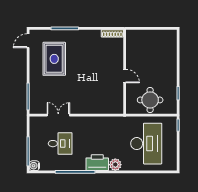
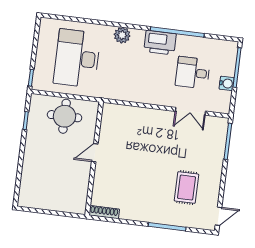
rug: (54, 59) -> (186, 188), width x0.73, depth x0.70
door: (125, 76) -> (95, 153), hinge flipped
printer: (97, 163) -> (160, 43), moved
water cooler: (34, 166) -> (227, 83), moved

